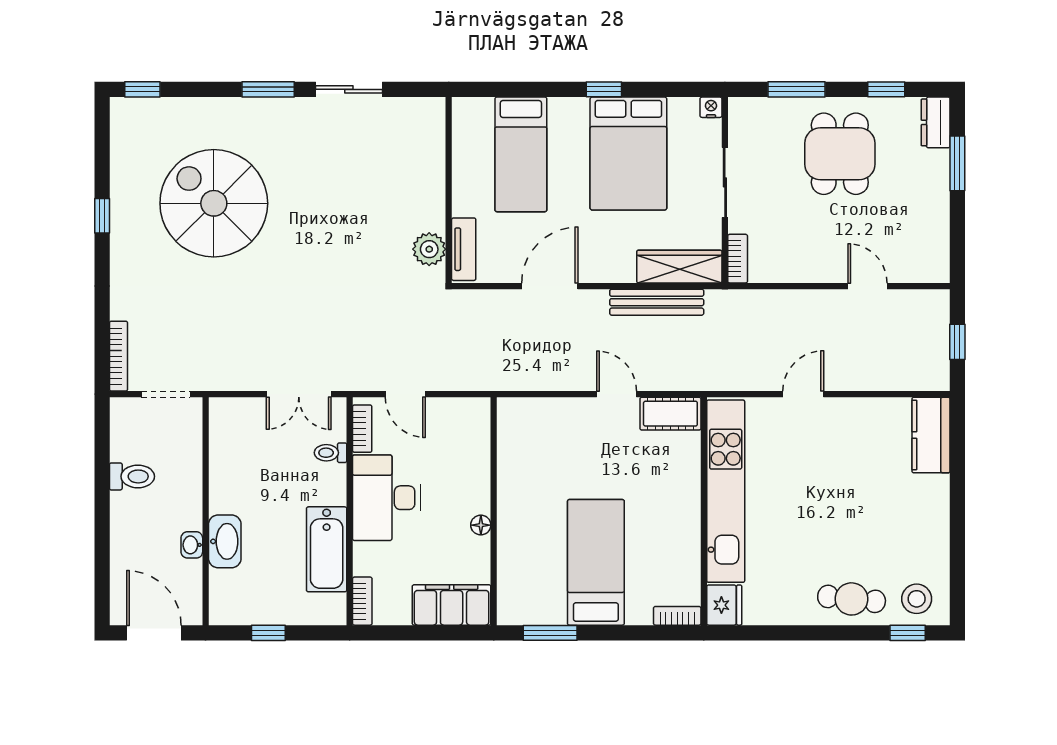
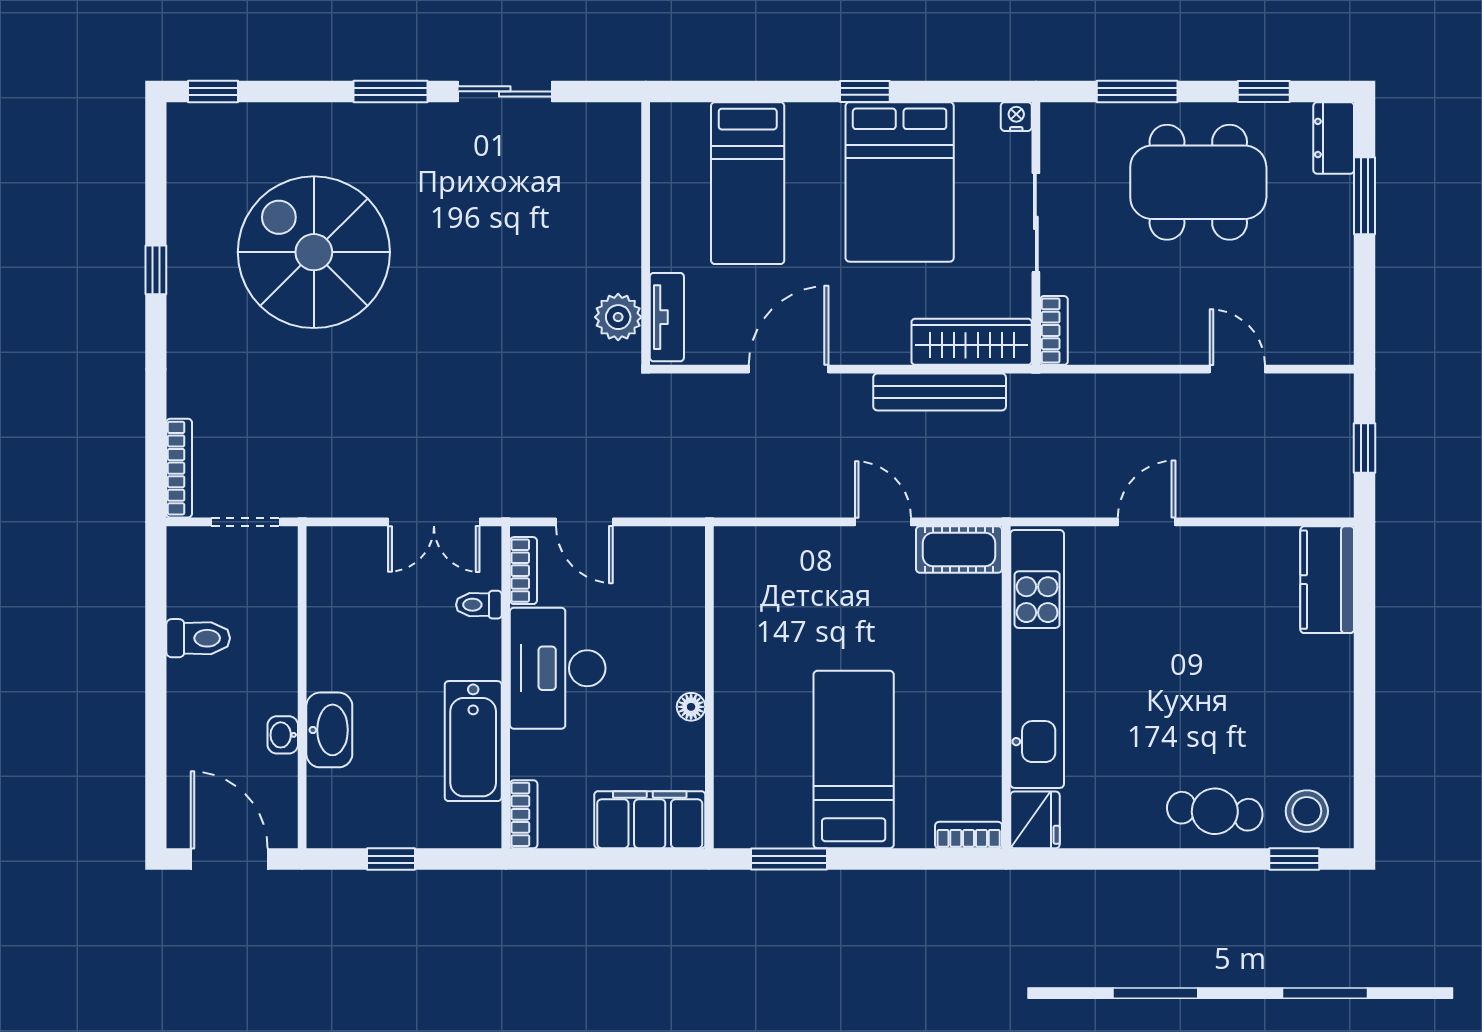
dining table: (840, 154) -> (1198, 182), width x1.38

